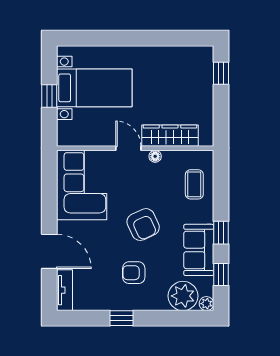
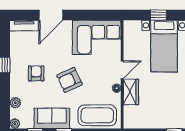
wardrobe: (170, 136) -> (131, 92), width x0.67
coffee table: (194, 184) -> (97, 115), width x1.86, depth x1.72
plant: (183, 296) -> (15, 103), width x0.53, depth x0.53

